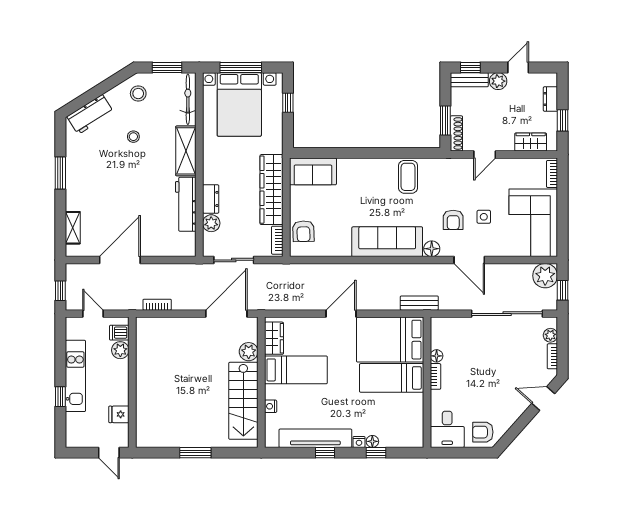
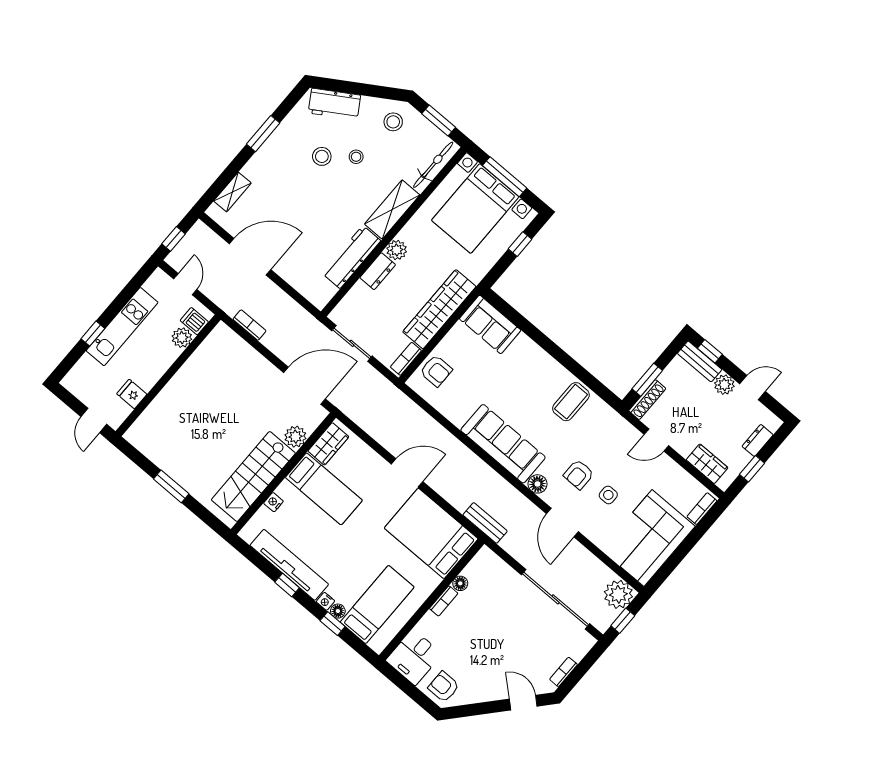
stool: (111, 155) -> (322, 156), added
plant: (211, 223) -> (397, 250), moved
armchair: (303, 231) -> (436, 371), turned -88
plant: (550, 335) -> (578, 652), removed
bed: (392, 378) -> (377, 605), moved, turned 90

